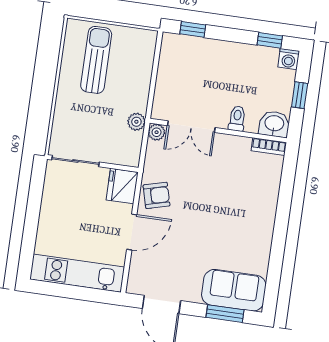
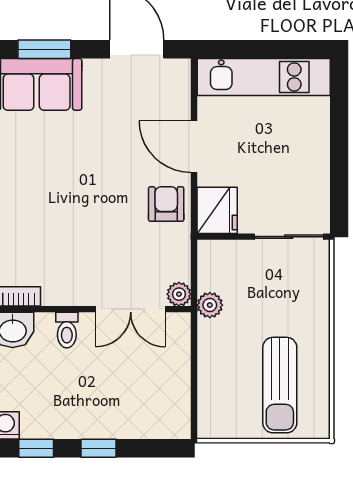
window: (193, 29) -> (98, 448), moved
double door: (191, 127) -> (131, 309), swing flipped
armchair: (157, 195) -> (166, 204), turned 105
door: (132, 232) -> (194, 147), hinge flipped

